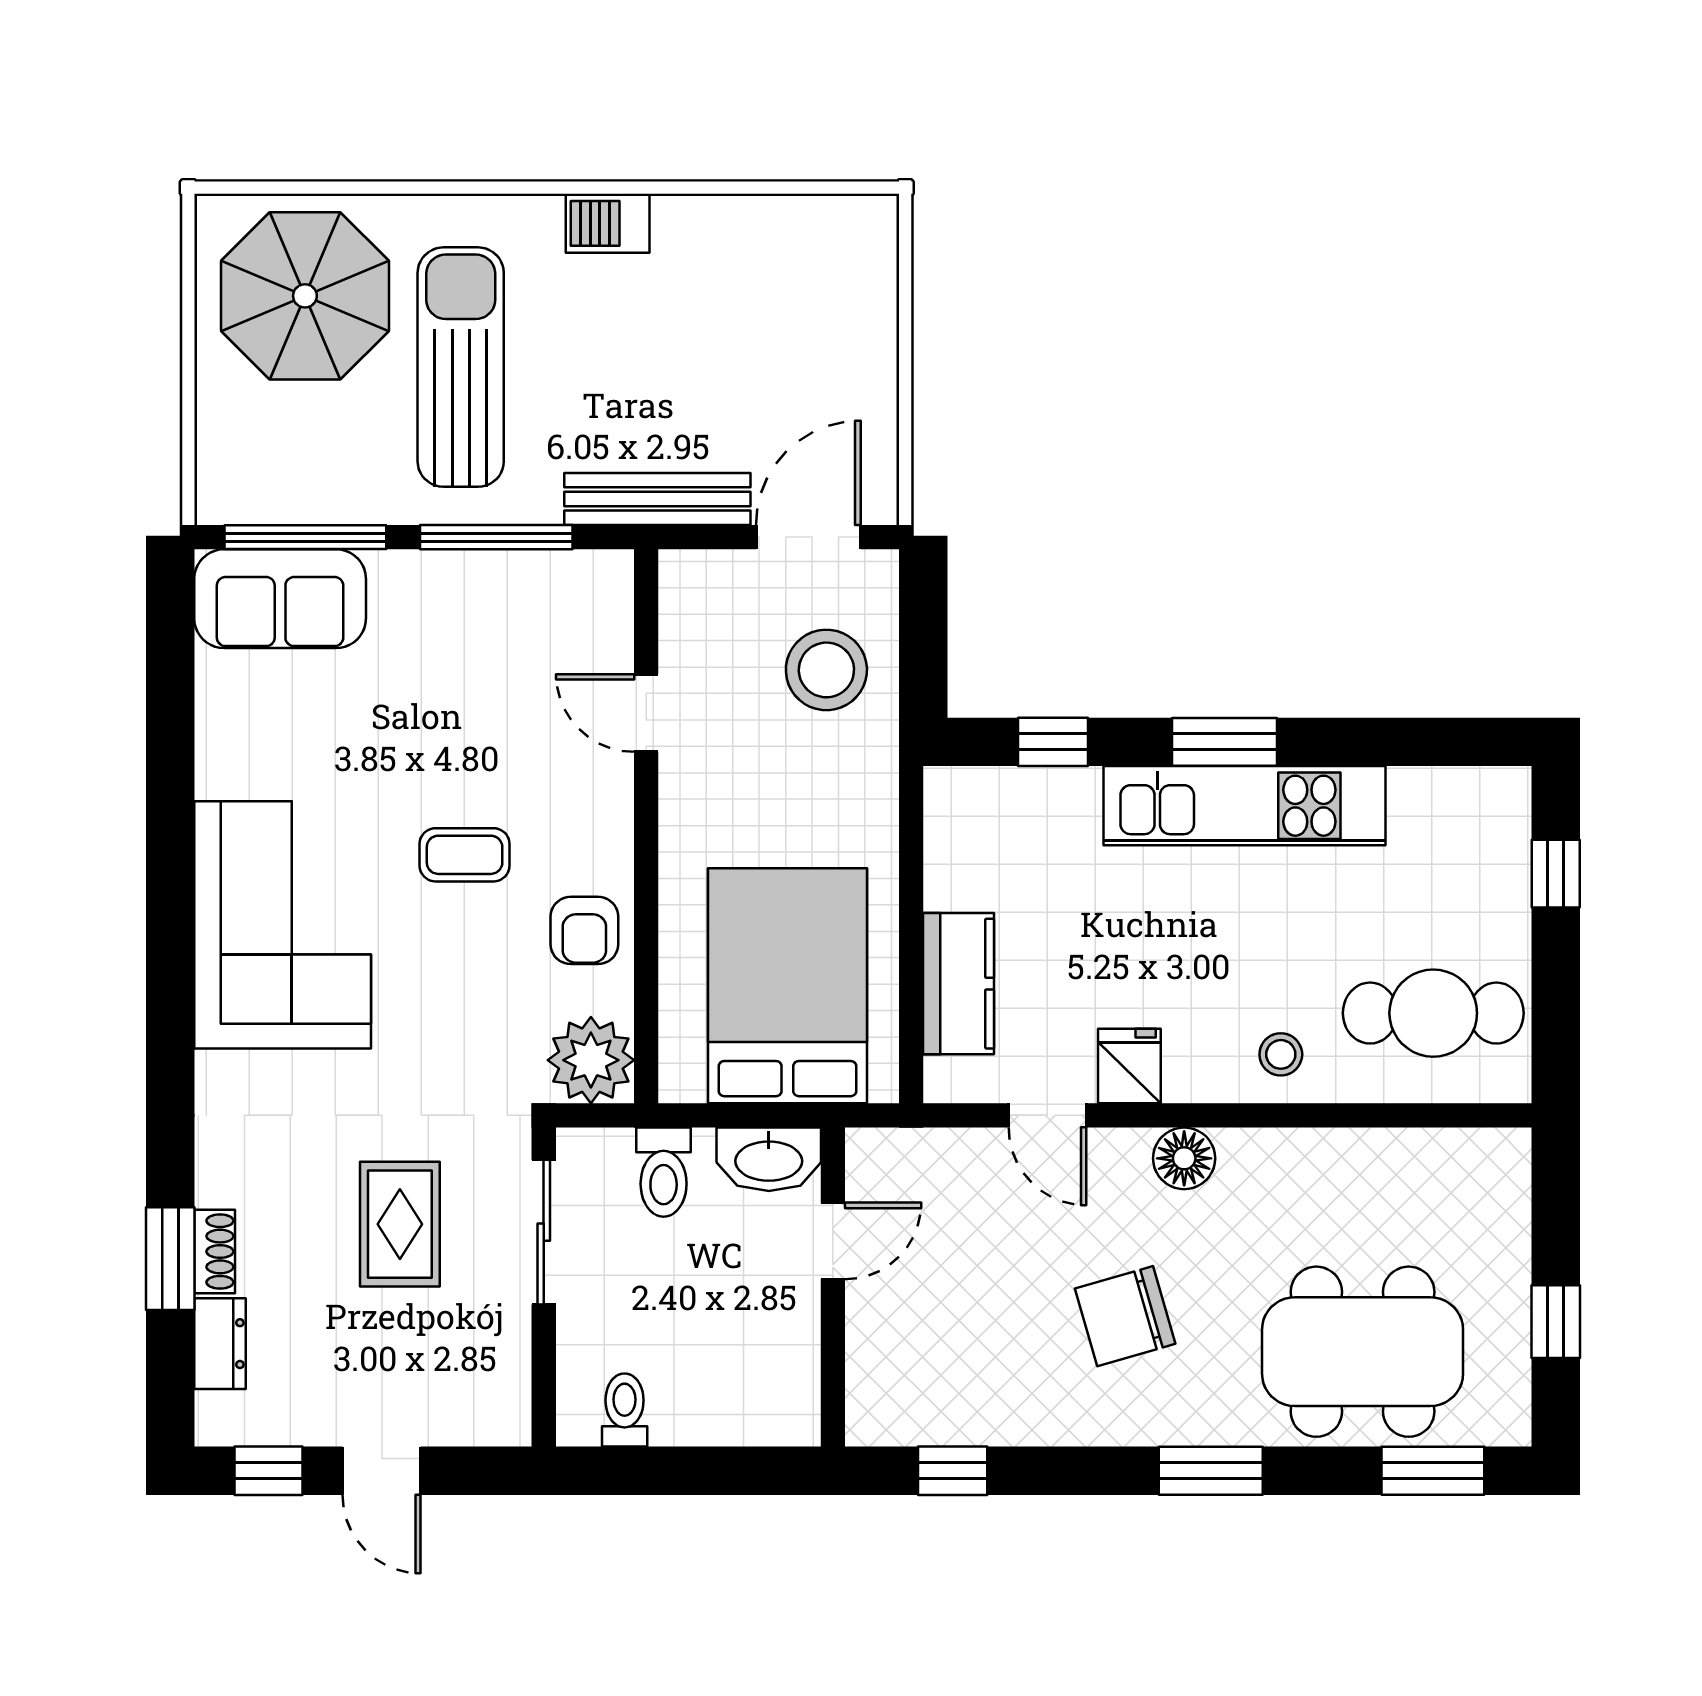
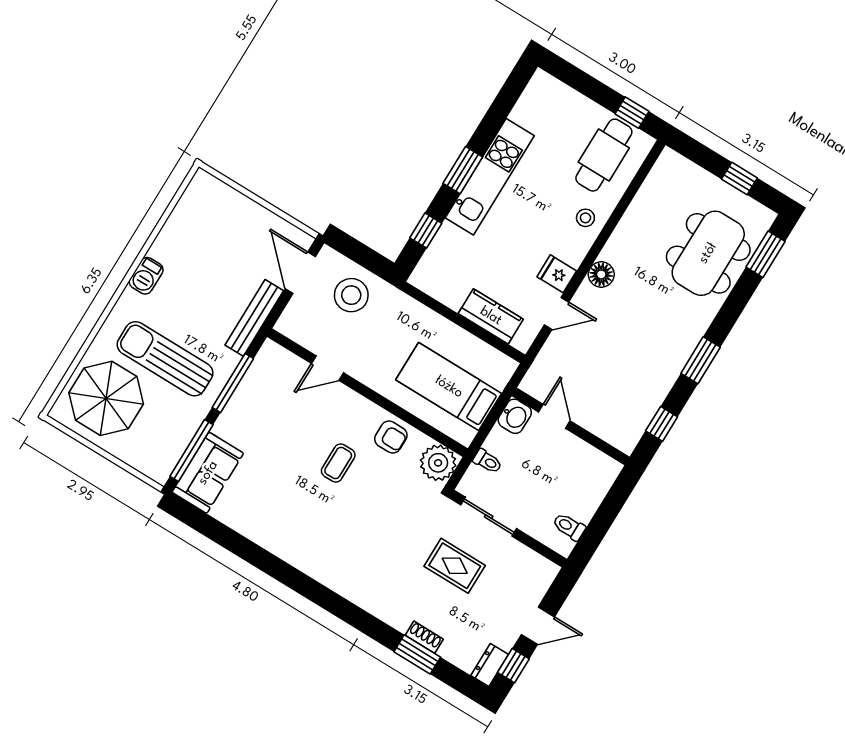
window: (1556, 874) -> (632, 113), moved
corner sofa: (283, 925) -> (324, 542), removed
bed: (787, 986) -> (449, 387), width x0.67
washbasin: (769, 1159) -> (515, 416), width x0.72
toilet: (664, 1172) -> (487, 461), width x0.73, depth x0.72
chair: (1125, 1316) -> (644, 329), removed
dresser: (220, 1344) -> (490, 665), moved, turned -90
window: (1211, 1471) -> (701, 360), moved

